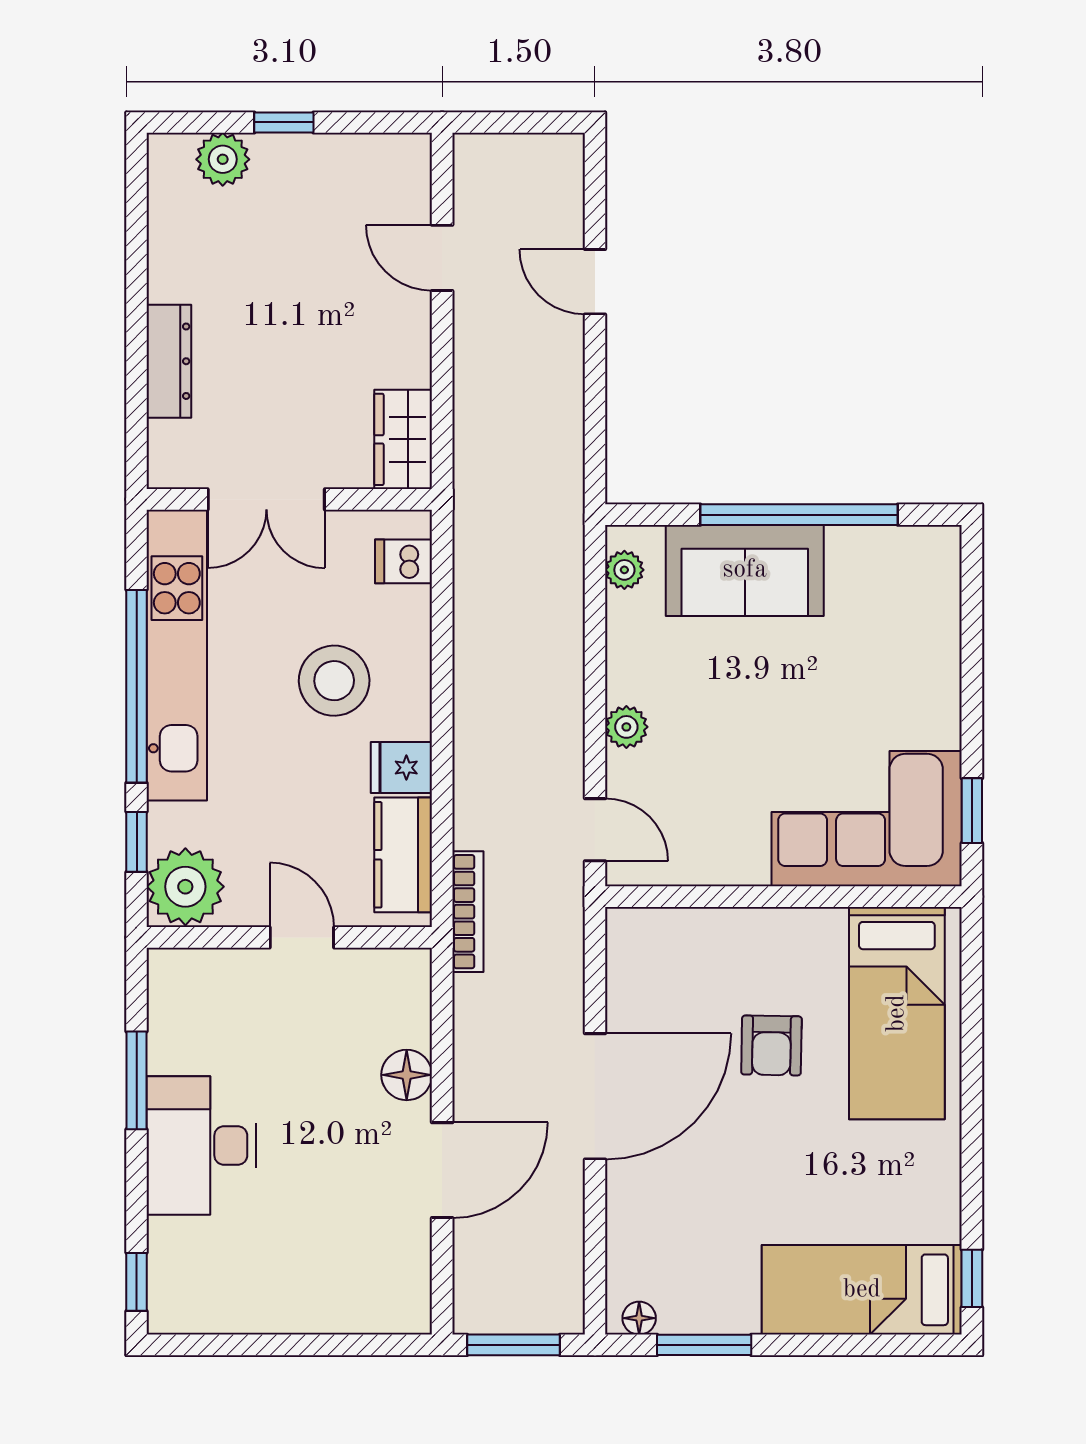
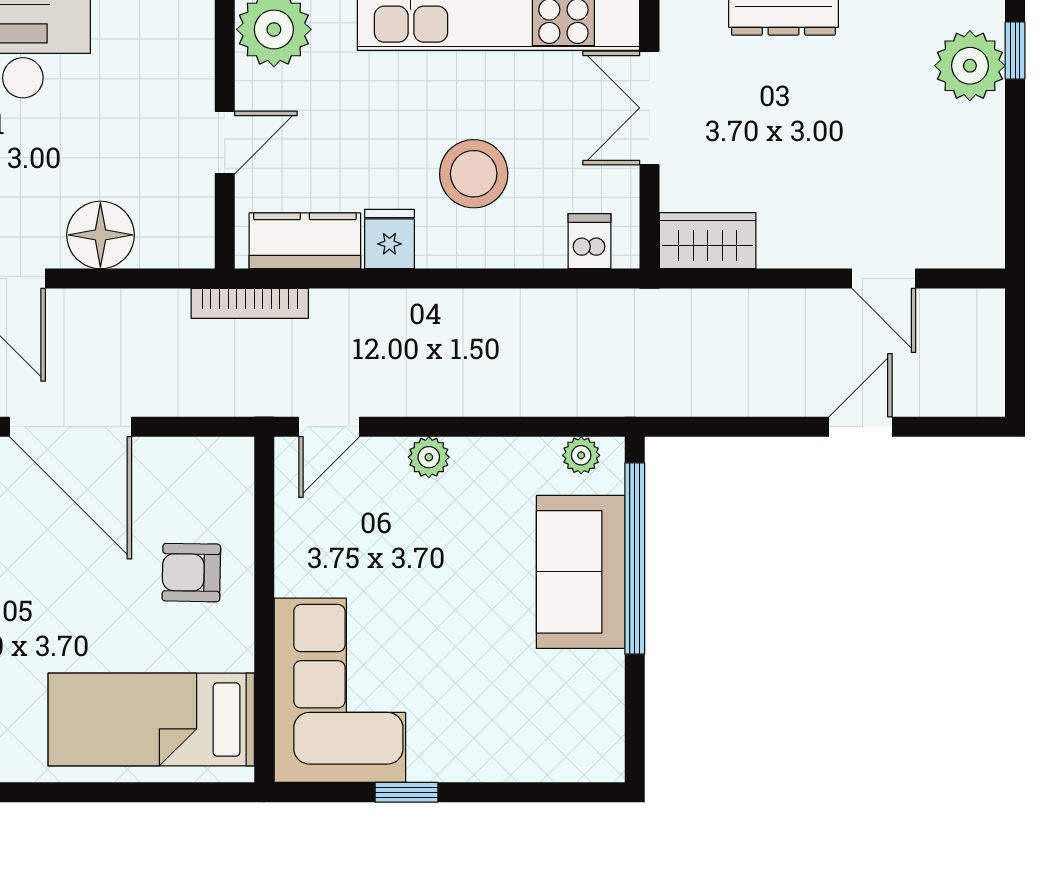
window: (284, 122) -> (1015, 51), moved
plant: (223, 159) -> (970, 66), width x1.36, depth x1.36
door: (442, 258) -> (884, 279), swing flipped
window: (799, 515) -> (635, 559), moved
window: (972, 811) -> (406, 792), moved
armchair: (771, 1045) -> (191, 573), moved
floor lamp: (407, 1075) -> (100, 235), width x1.38, depth x1.38

